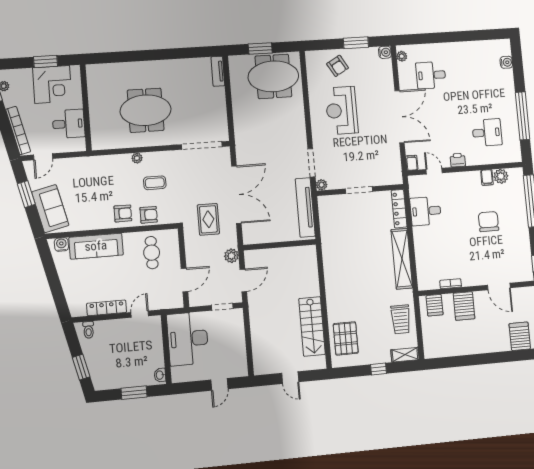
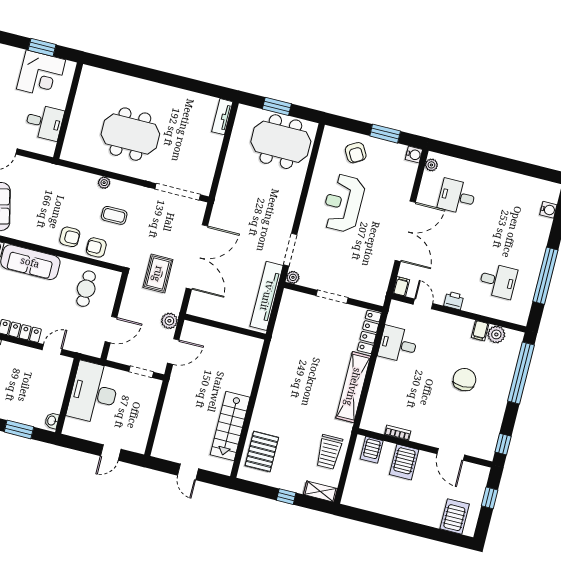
armchair: (149, 215) -> (96, 247), turned 180

